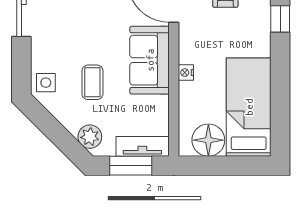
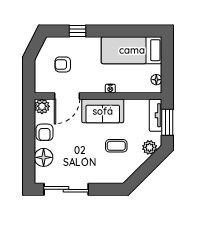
side table: (46, 83) -> (116, 174), removed
floor lamp: (208, 140) -> (156, 80), width x0.53, depth x0.53

